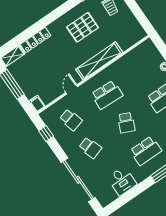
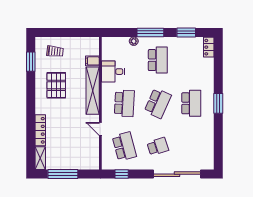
filing cabinet: (37, 104) -> (92, 61), moved
school desk: (71, 120) -> (124, 146), width x1.85
school desk: (126, 123) -> (158, 103), width x1.85
desk: (122, 181) -> (113, 72), moved, turned 180

